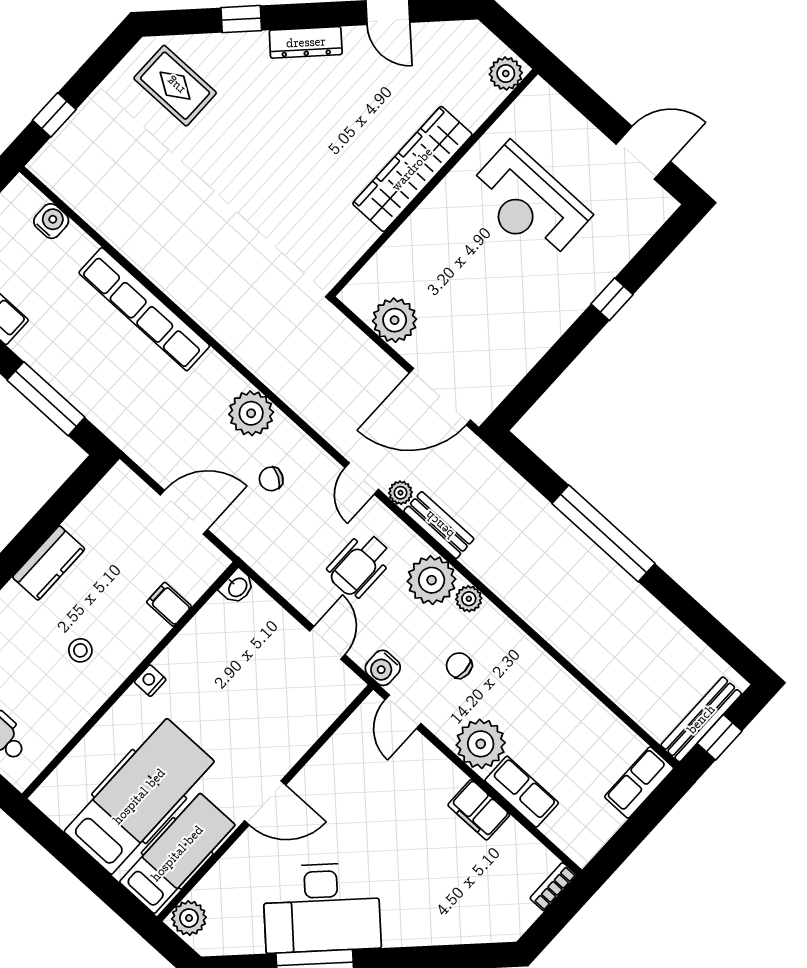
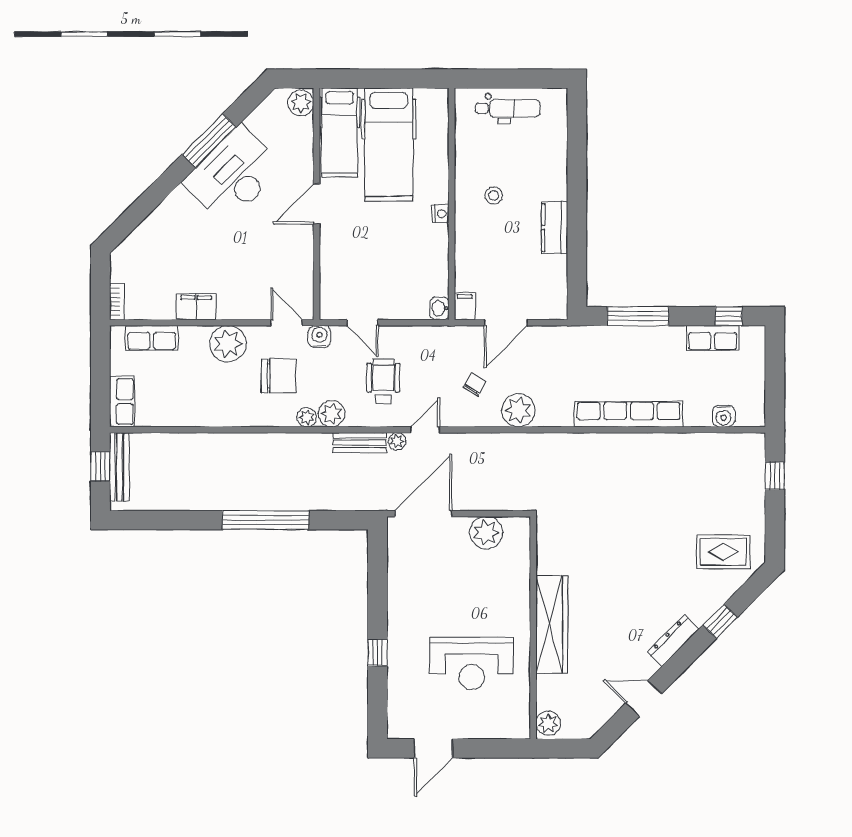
reception desk: (528, 203) -> (472, 663), turned 180
door: (362, 478) -> (425, 430), hinge flipped
plant: (432, 580) -> (332, 414), width x0.73, depth x0.73
filing cabinet: (169, 604) -> (465, 306), moved, turned -90
chair: (459, 665) -> (279, 376), width x1.87, depth x1.87
row of seats: (522, 792) -> (152, 338), moved

